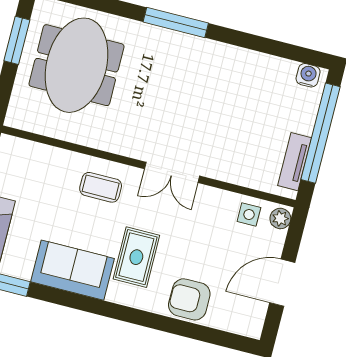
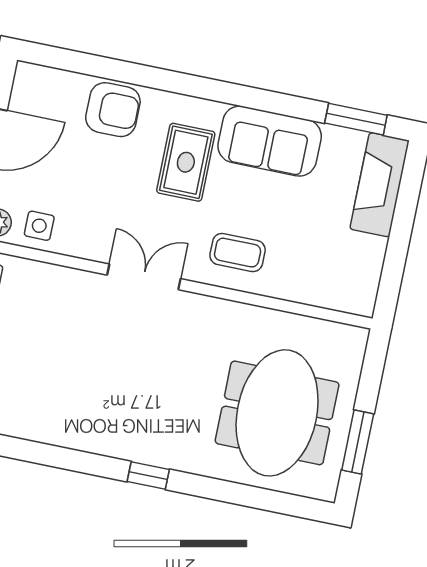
window: (176, 23) -> (148, 476), width x0.46

